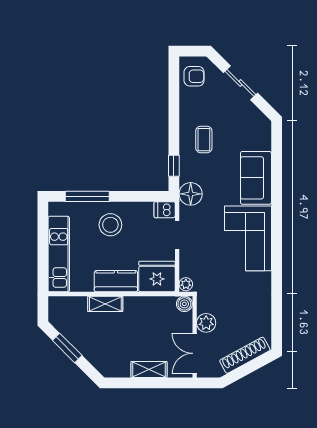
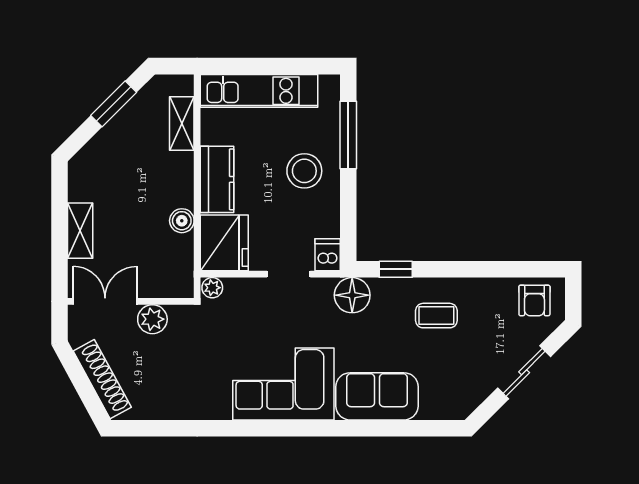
shelving: (105, 304) -> (182, 124), moved
boiler: (184, 304) -> (182, 221), moved

